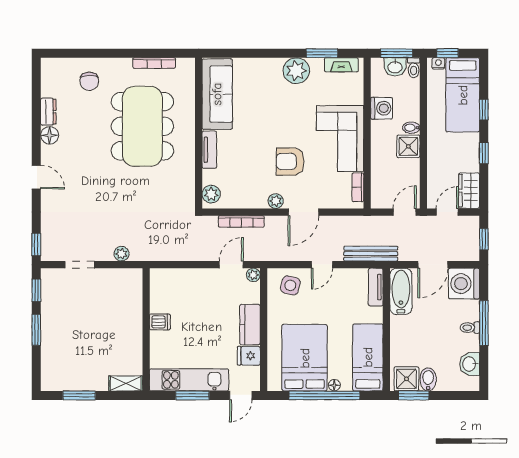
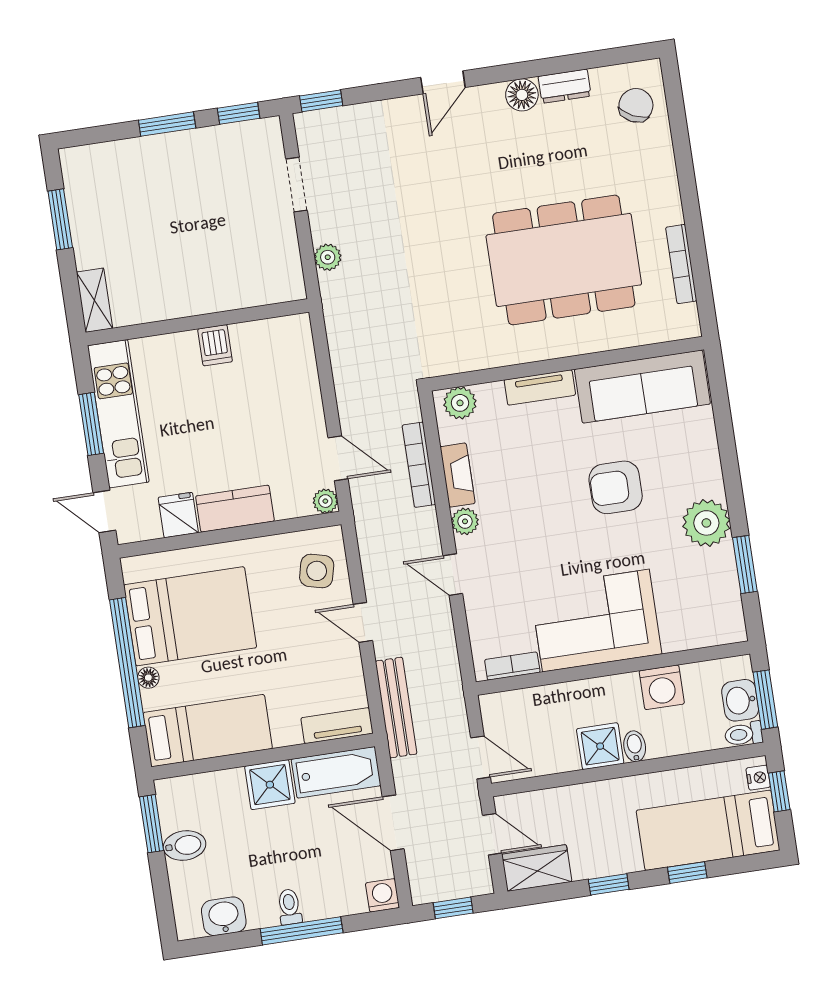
fireplace: (341, 65) -> (458, 475), moved, turned 180
chair: (89, 81) -> (636, 105), moved, turned 116
armchair: (290, 162) -> (616, 487), moved, turned -90
door: (304, 212) -> (453, 575), width x0.73
washing machine: (464, 284) -> (382, 895), width x0.53, depth x0.53
shower: (406, 379) -> (270, 785), moved

